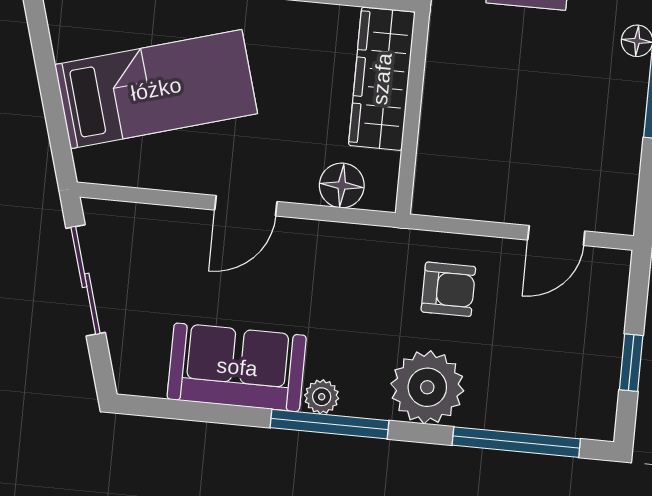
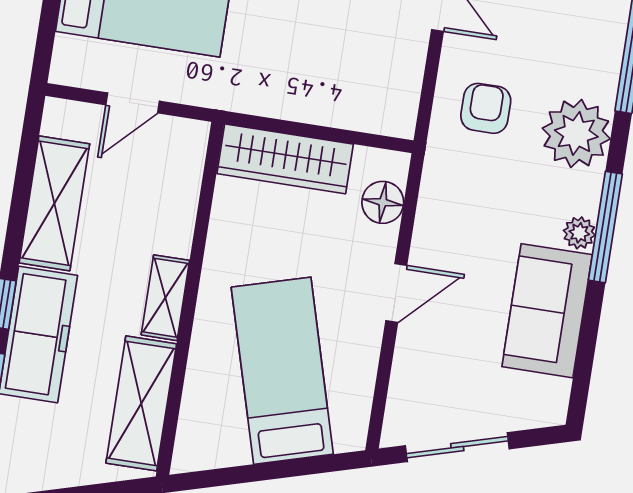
door: (246, 206) -> (396, 293), hinge flipped

